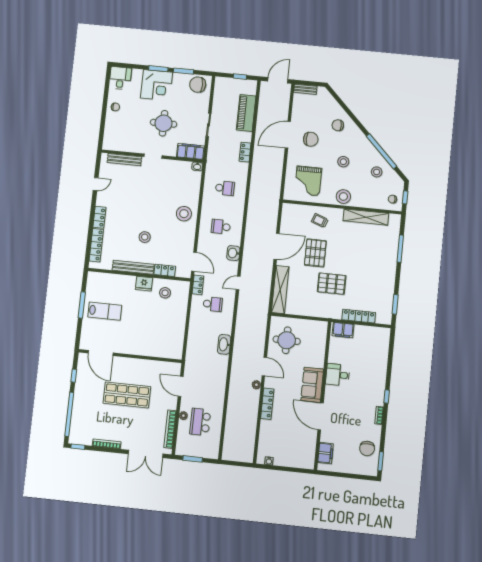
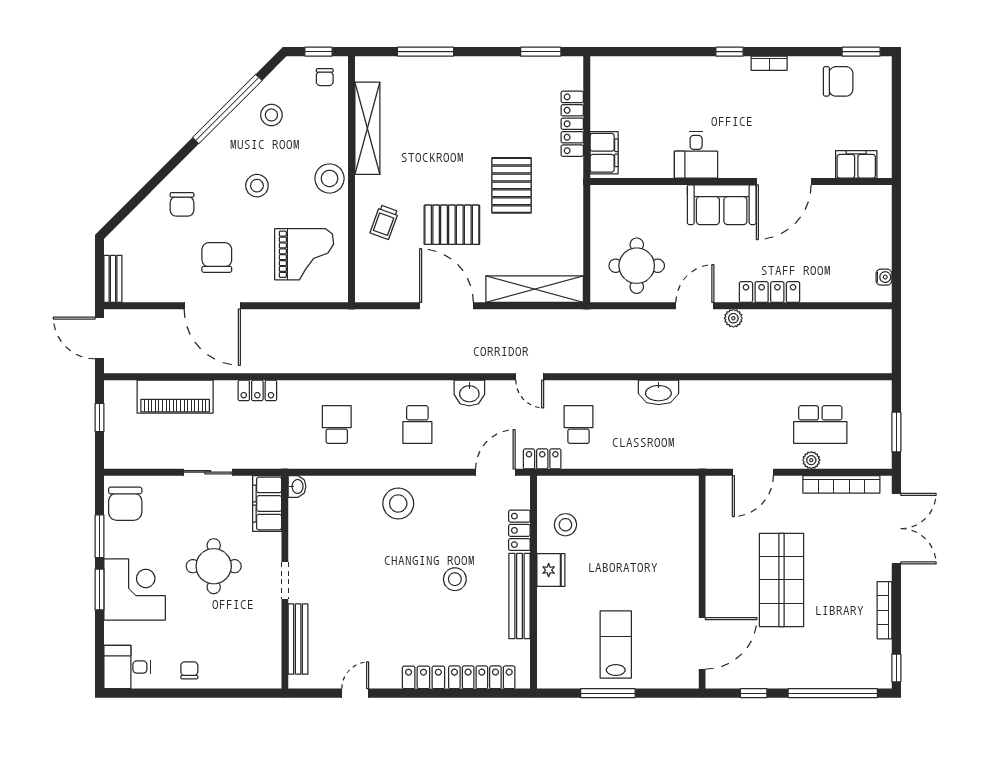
door: (96, 184) -> (355, 693), hinge flipped

